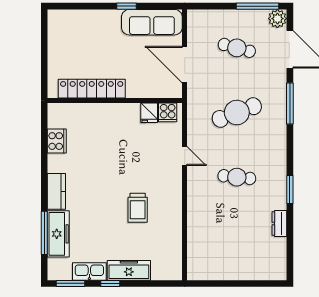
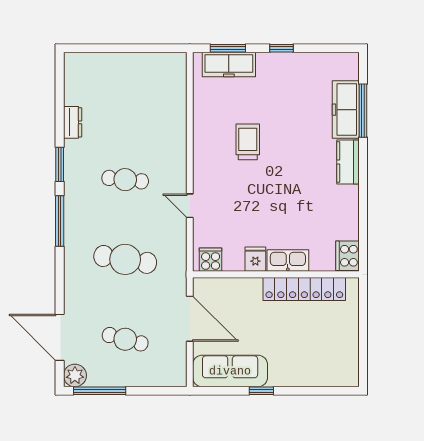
window: (290, 104) -> (60, 221), moved
fridge: (149, 113) -> (255, 259), moved
cafe table: (237, 113) -> (125, 259), turned 30
cooker: (57, 141) -> (348, 256), moved
freezer: (129, 270) -> (229, 64), moved
kitchen sink: (89, 271) -> (288, 260), moved, turned 180
window: (70, 283) -> (228, 48), moved

